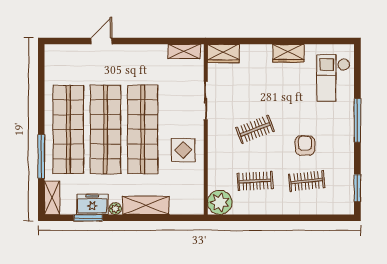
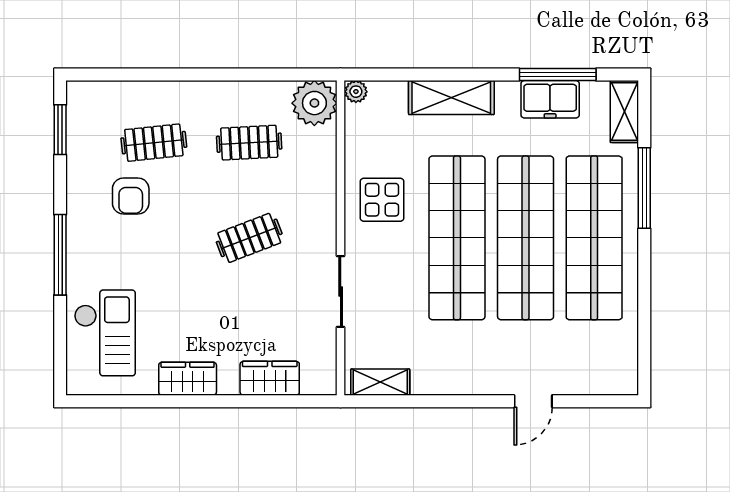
wardrobe: (224, 53) -> (270, 378), moved
armchair: (305, 146) -> (131, 196), moved
plant: (115, 209) -> (356, 92), moved
window: (88, 218) -> (558, 75), width x1.44

